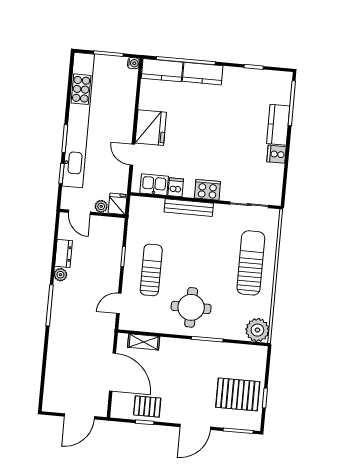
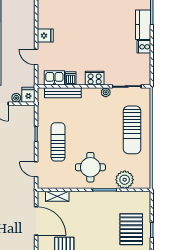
fridge: (151, 128) -> (45, 36), width x0.53, depth x0.75
bench: (189, 208) -> (63, 93), moved
plant: (220, 210) -> (106, 92), added
sun lounger: (251, 263) -> (132, 130), turned 180
door: (119, 303) -> (36, 169), hinge flipped
plant: (257, 330) -> (125, 180), moved
pallet: (238, 394) -> (131, 229), turned 90

